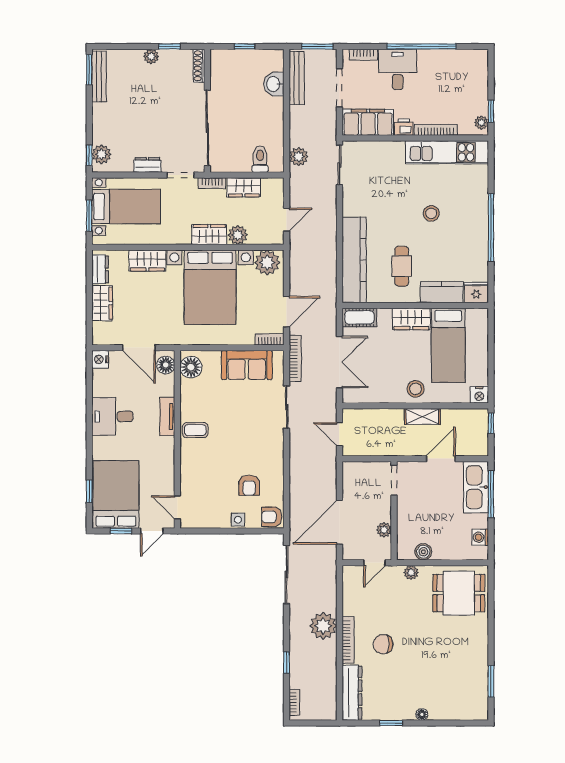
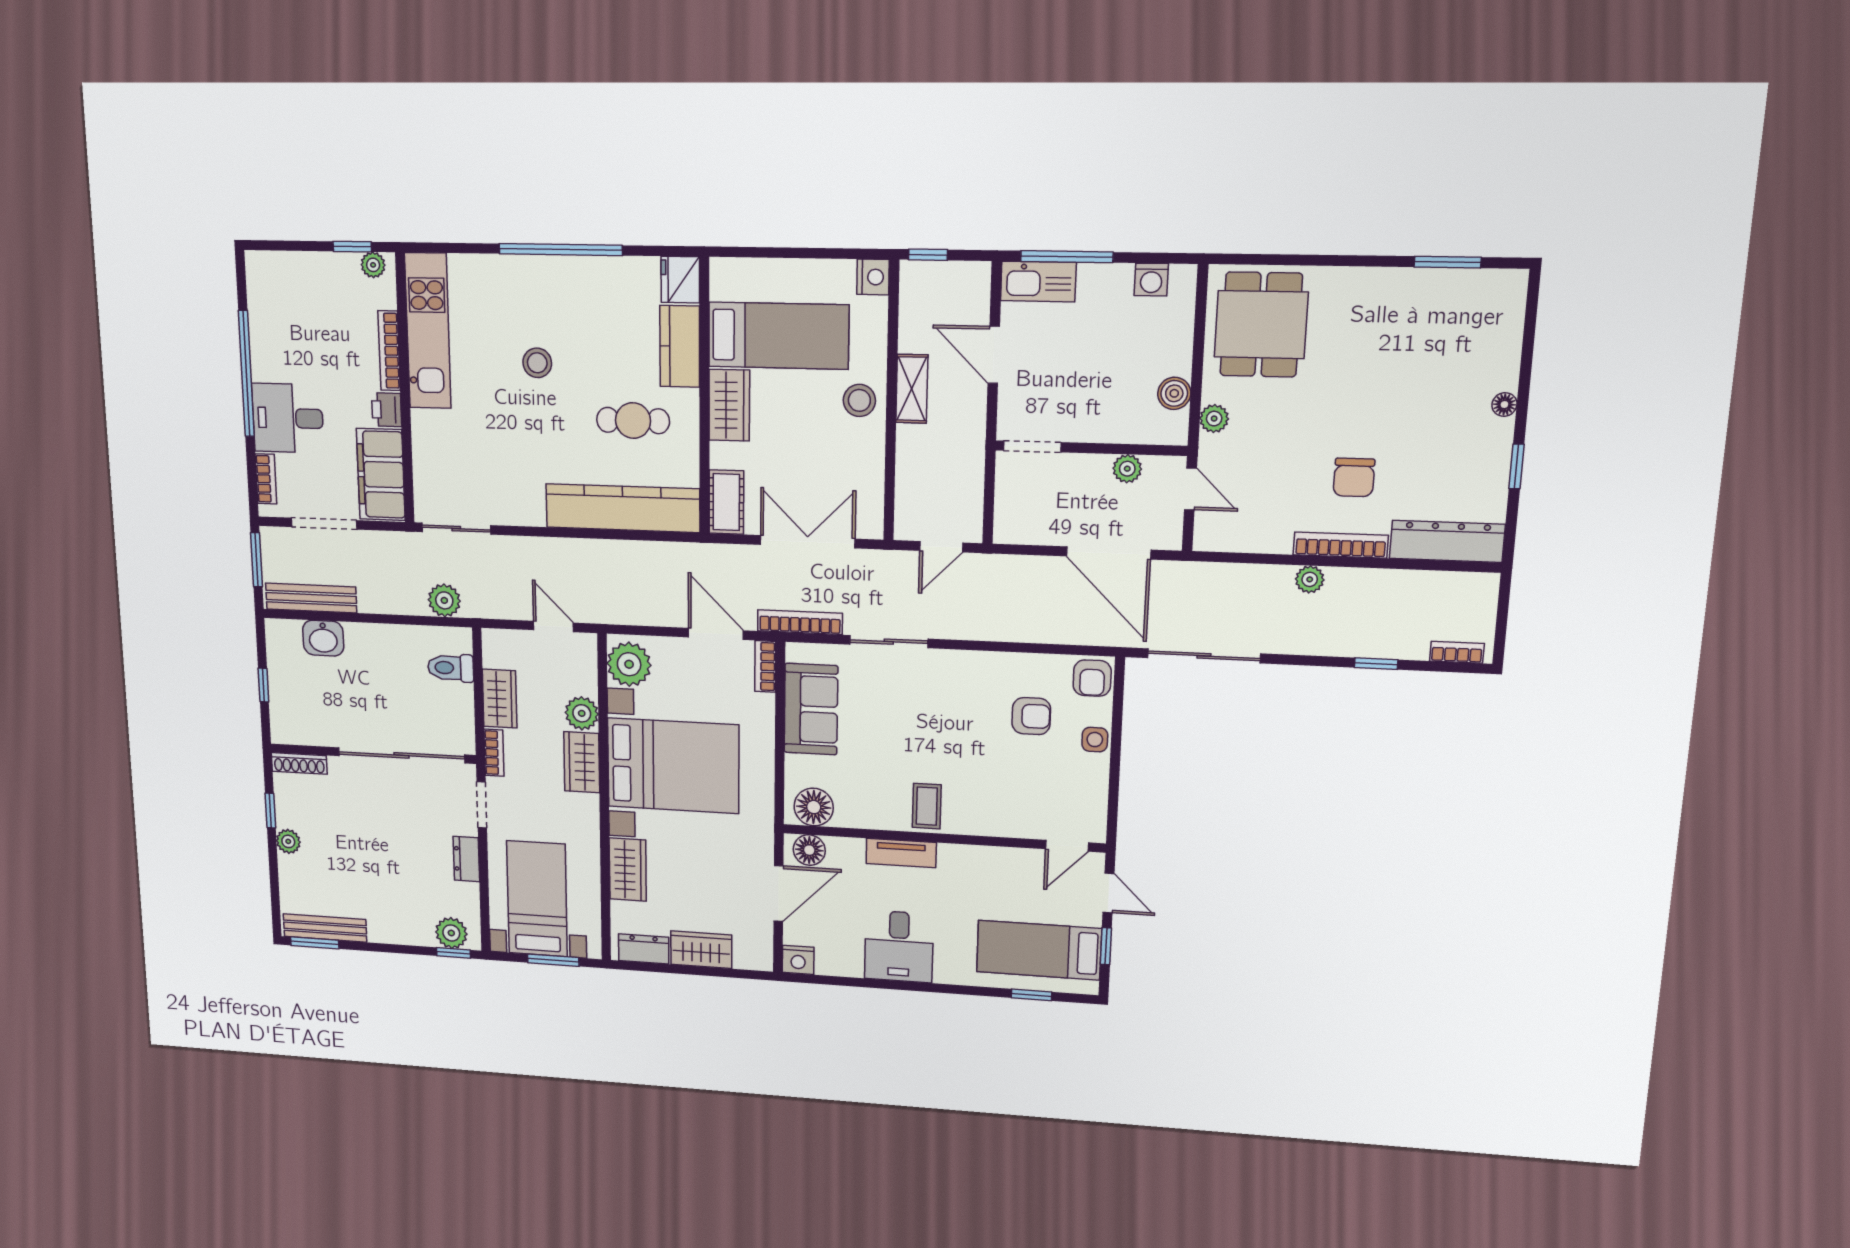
kitchen sink: (476, 487) -> (1038, 282), width x0.73, depth x0.81
bed: (116, 494) -> (1039, 950), width x0.67
plant: (323, 626) -> (1310, 579), width x0.53, depth x0.53

